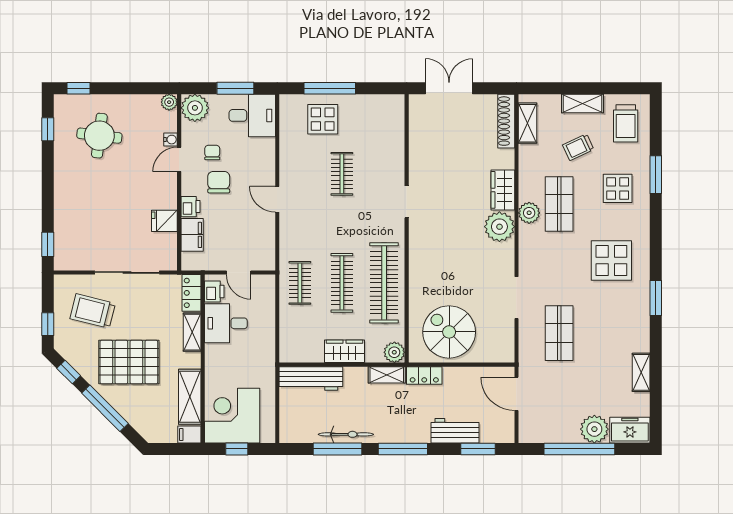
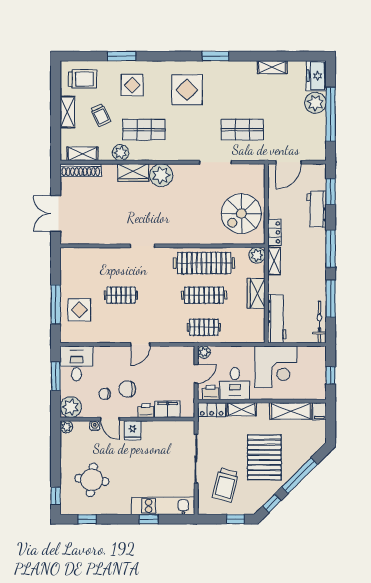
plant: (529, 213) -> (121, 153), moved
fridge: (164, 221) -> (133, 430), moved
kitchen unit: (65, 229) -> (163, 506), added
window: (48, 244) -> (149, 519), moved
plant: (267, 283) -> (204, 352), added
corner desk: (232, 416) -> (276, 367), moved, turned -90
bicycle: (346, 434) -> (319, 322), moved

